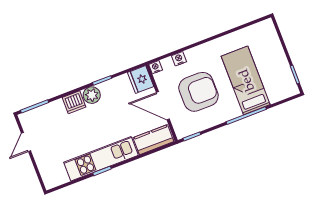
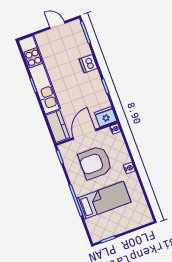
nightstand: (179, 59) -> (129, 168), moved
armchair: (198, 92) -> (95, 163), turned 90
plant: (92, 95) -> (94, 78), removed
kitchen unit: (101, 159) -> (40, 75), width x1.36

